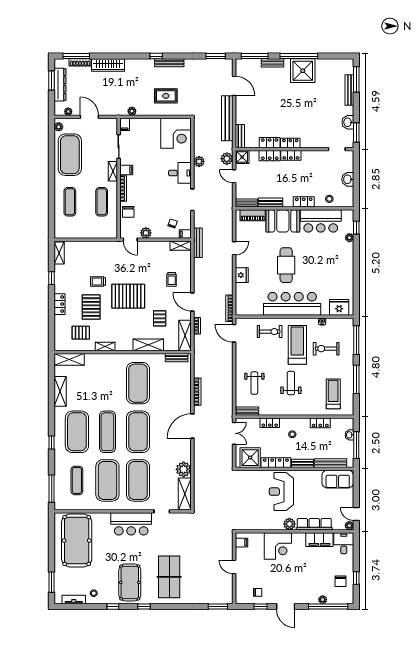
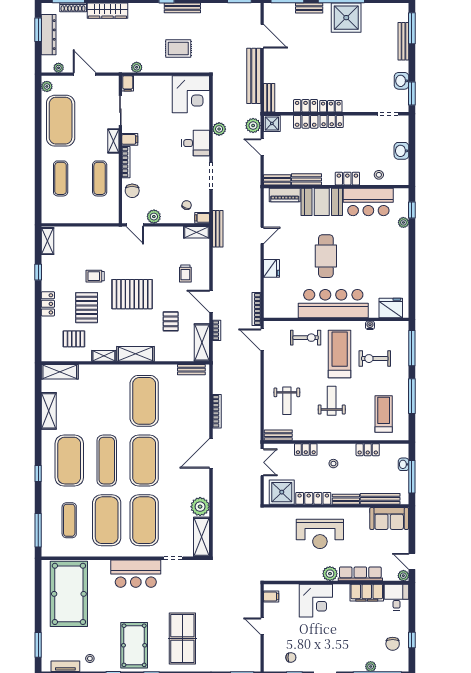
shelving: (148, 345) -> (135, 354), moved
reception desk: (281, 492) -> (320, 534), turned -90

